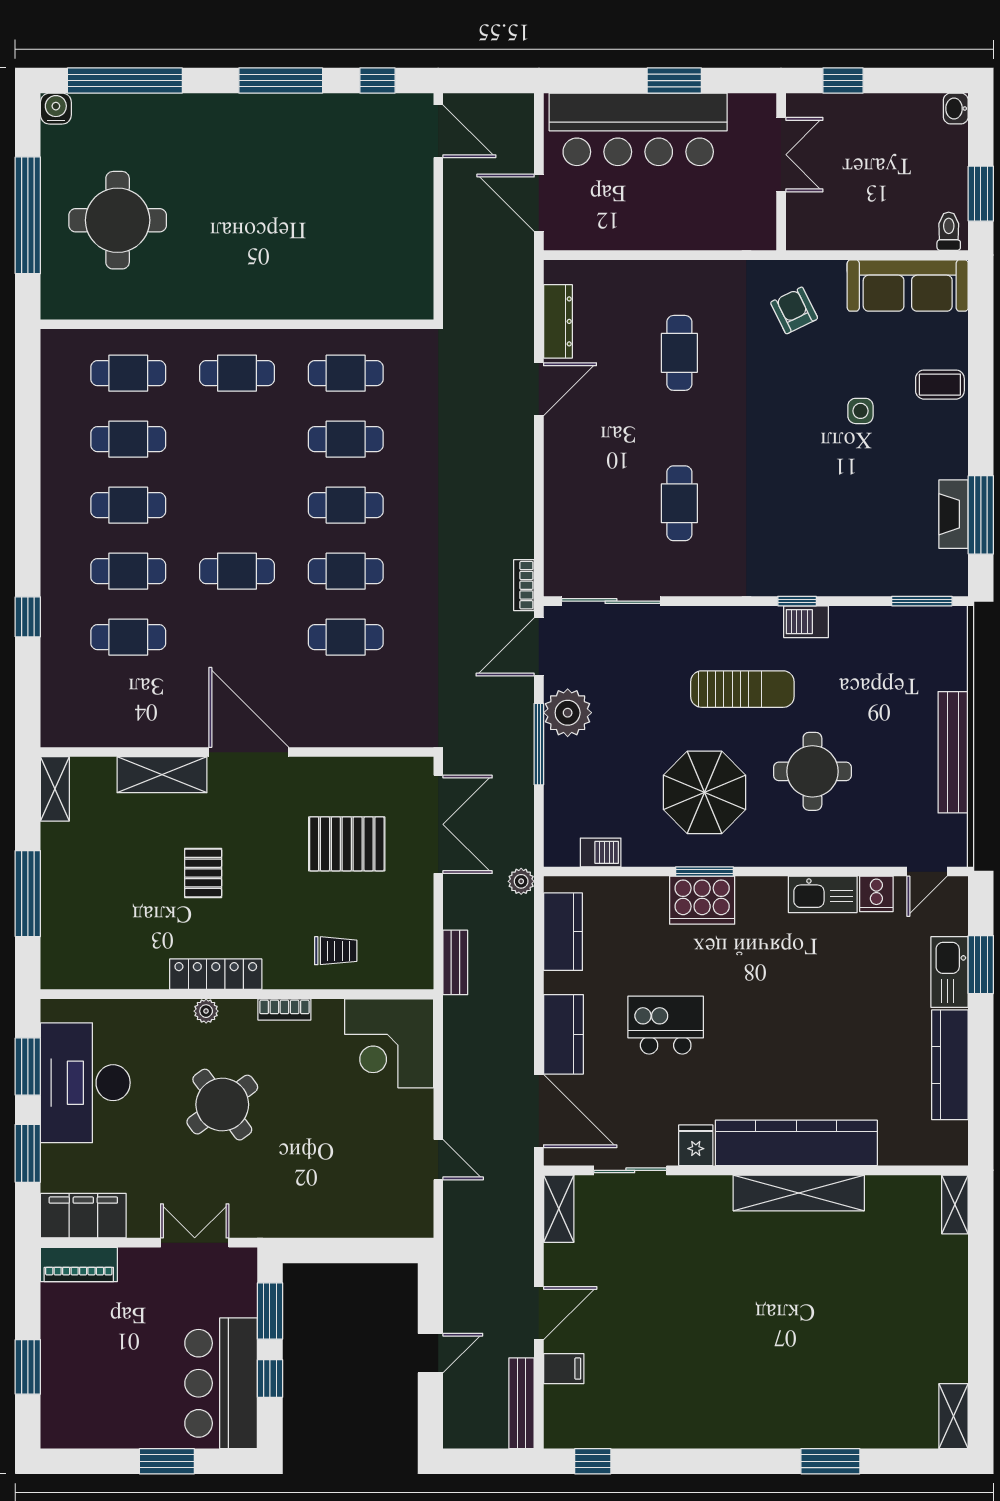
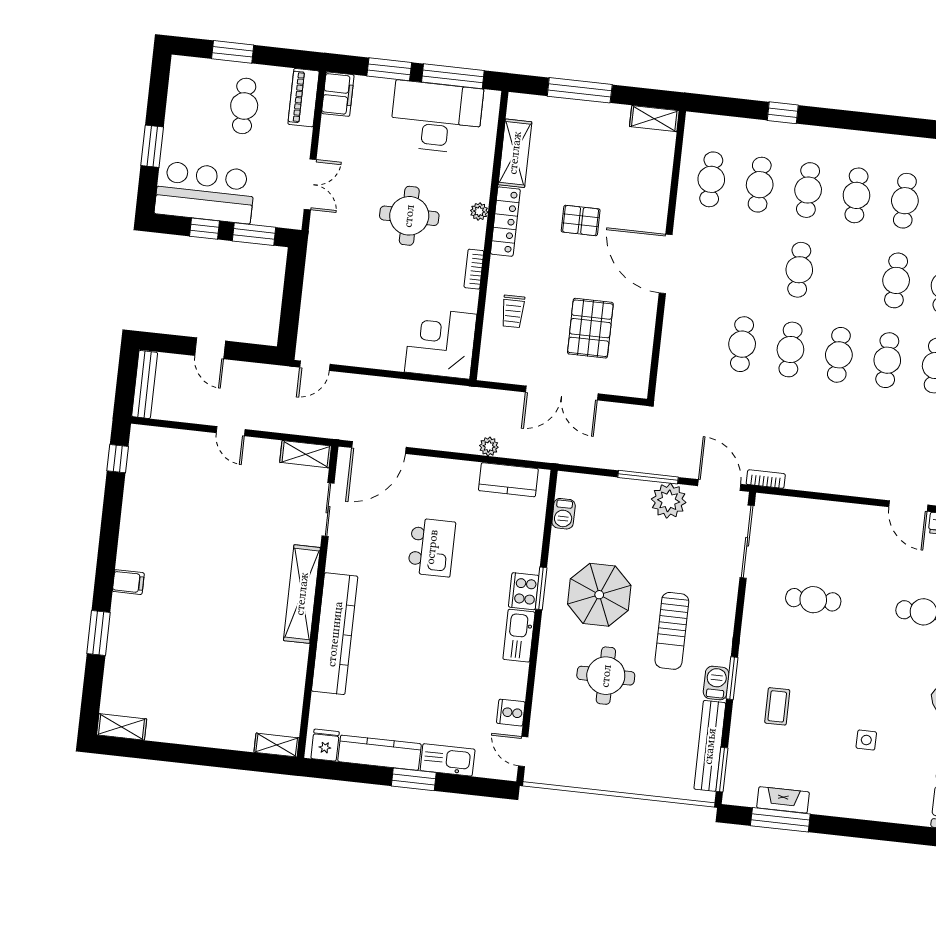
coffee table: (940, 385) -> (777, 706), moved
cafe table: (237, 439) -> (896, 280), added
window: (797, 601) -> (732, 678), width x1.50
cafe table: (128, 703) -> (711, 179), added
door: (249, 752) -> (666, 264), swing flipped
bench: (953, 752) -> (710, 746), moved, turned 90
shelving: (162, 775) -> (515, 153), moved
double door: (438, 824) -> (562, 393), moved
plant: (521, 881) -> (489, 446), moved
kitchen sink: (823, 894) -> (519, 636), moved
cooker: (702, 900) -> (524, 591), width x0.73, depth x0.76
bench: (455, 962) -> (495, 398), removed
window: (981, 965) -> (414, 779), moved
kitchen counter: (563, 1034) -> (433, 472), removed
window: (28, 1067) -> (453, 76), width x1.44
round table: (222, 1105) -> (409, 216), turned 37
fridge: (696, 1145) -> (325, 745), moved, turned -90
door: (438, 1160) -> (315, 366), moved
shelving: (799, 1193) -> (302, 594), moved
filing cabinet: (83, 1216) -> (338, 94), width x0.67, depth x0.86
door: (539, 1313) -> (231, 431), width x0.73
cafe table: (99, 1343) -> (244, 106), added
filing cabinet: (564, 1369) -> (128, 582), moved, turned -90
bench: (521, 1403) -> (145, 384), moved, turned 90

